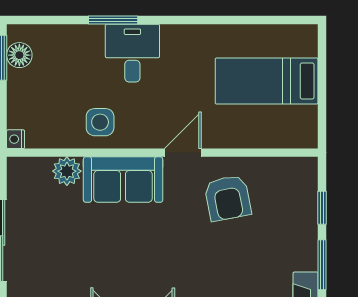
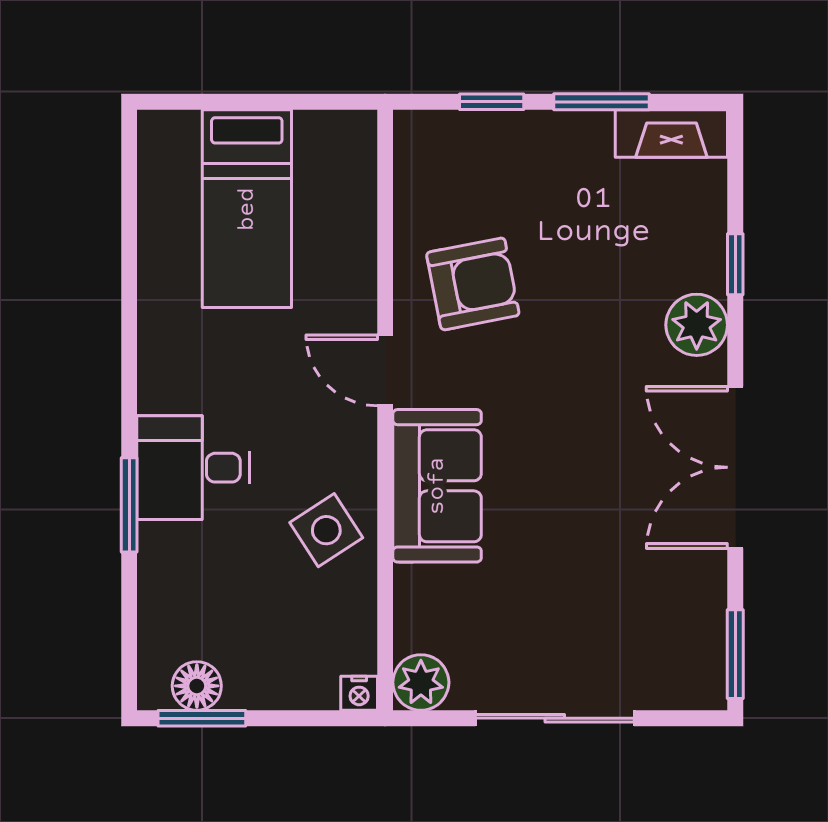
side table: (100, 122) -> (326, 530), turned -33
plant: (67, 171) -> (421, 682), moved

